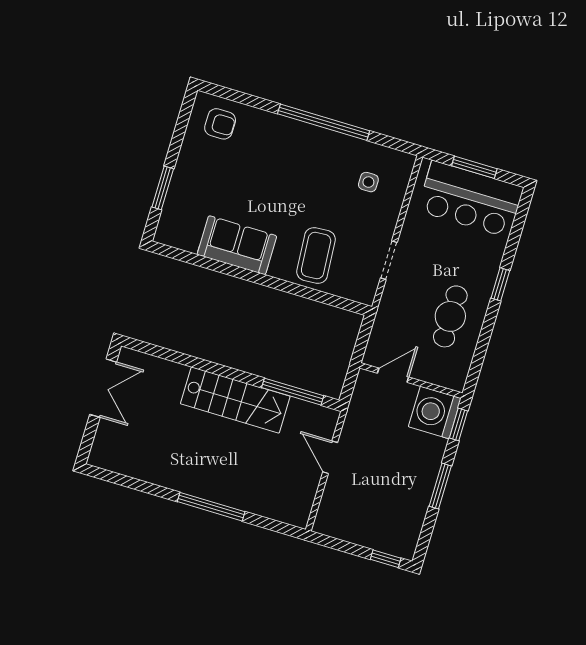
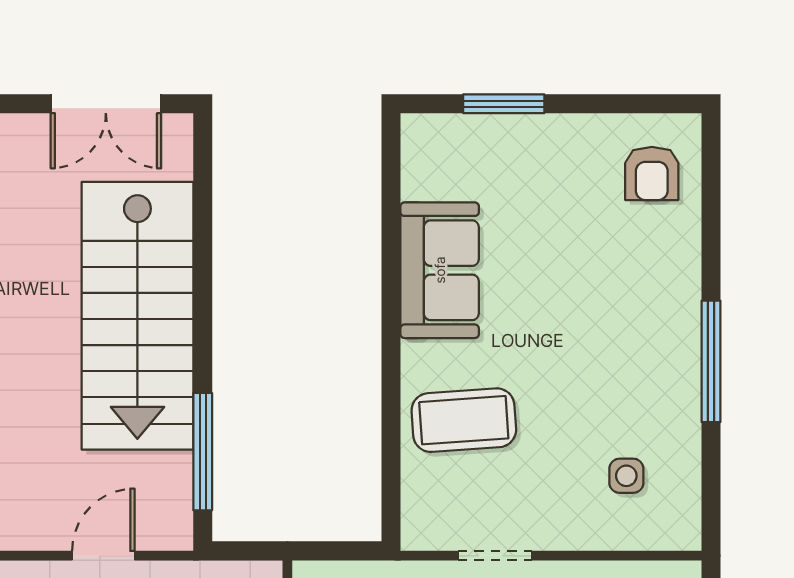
window: (324, 122) -> (711, 361), width x0.68
stairs: (235, 400) -> (137, 316), width x1.36, depth x1.51

